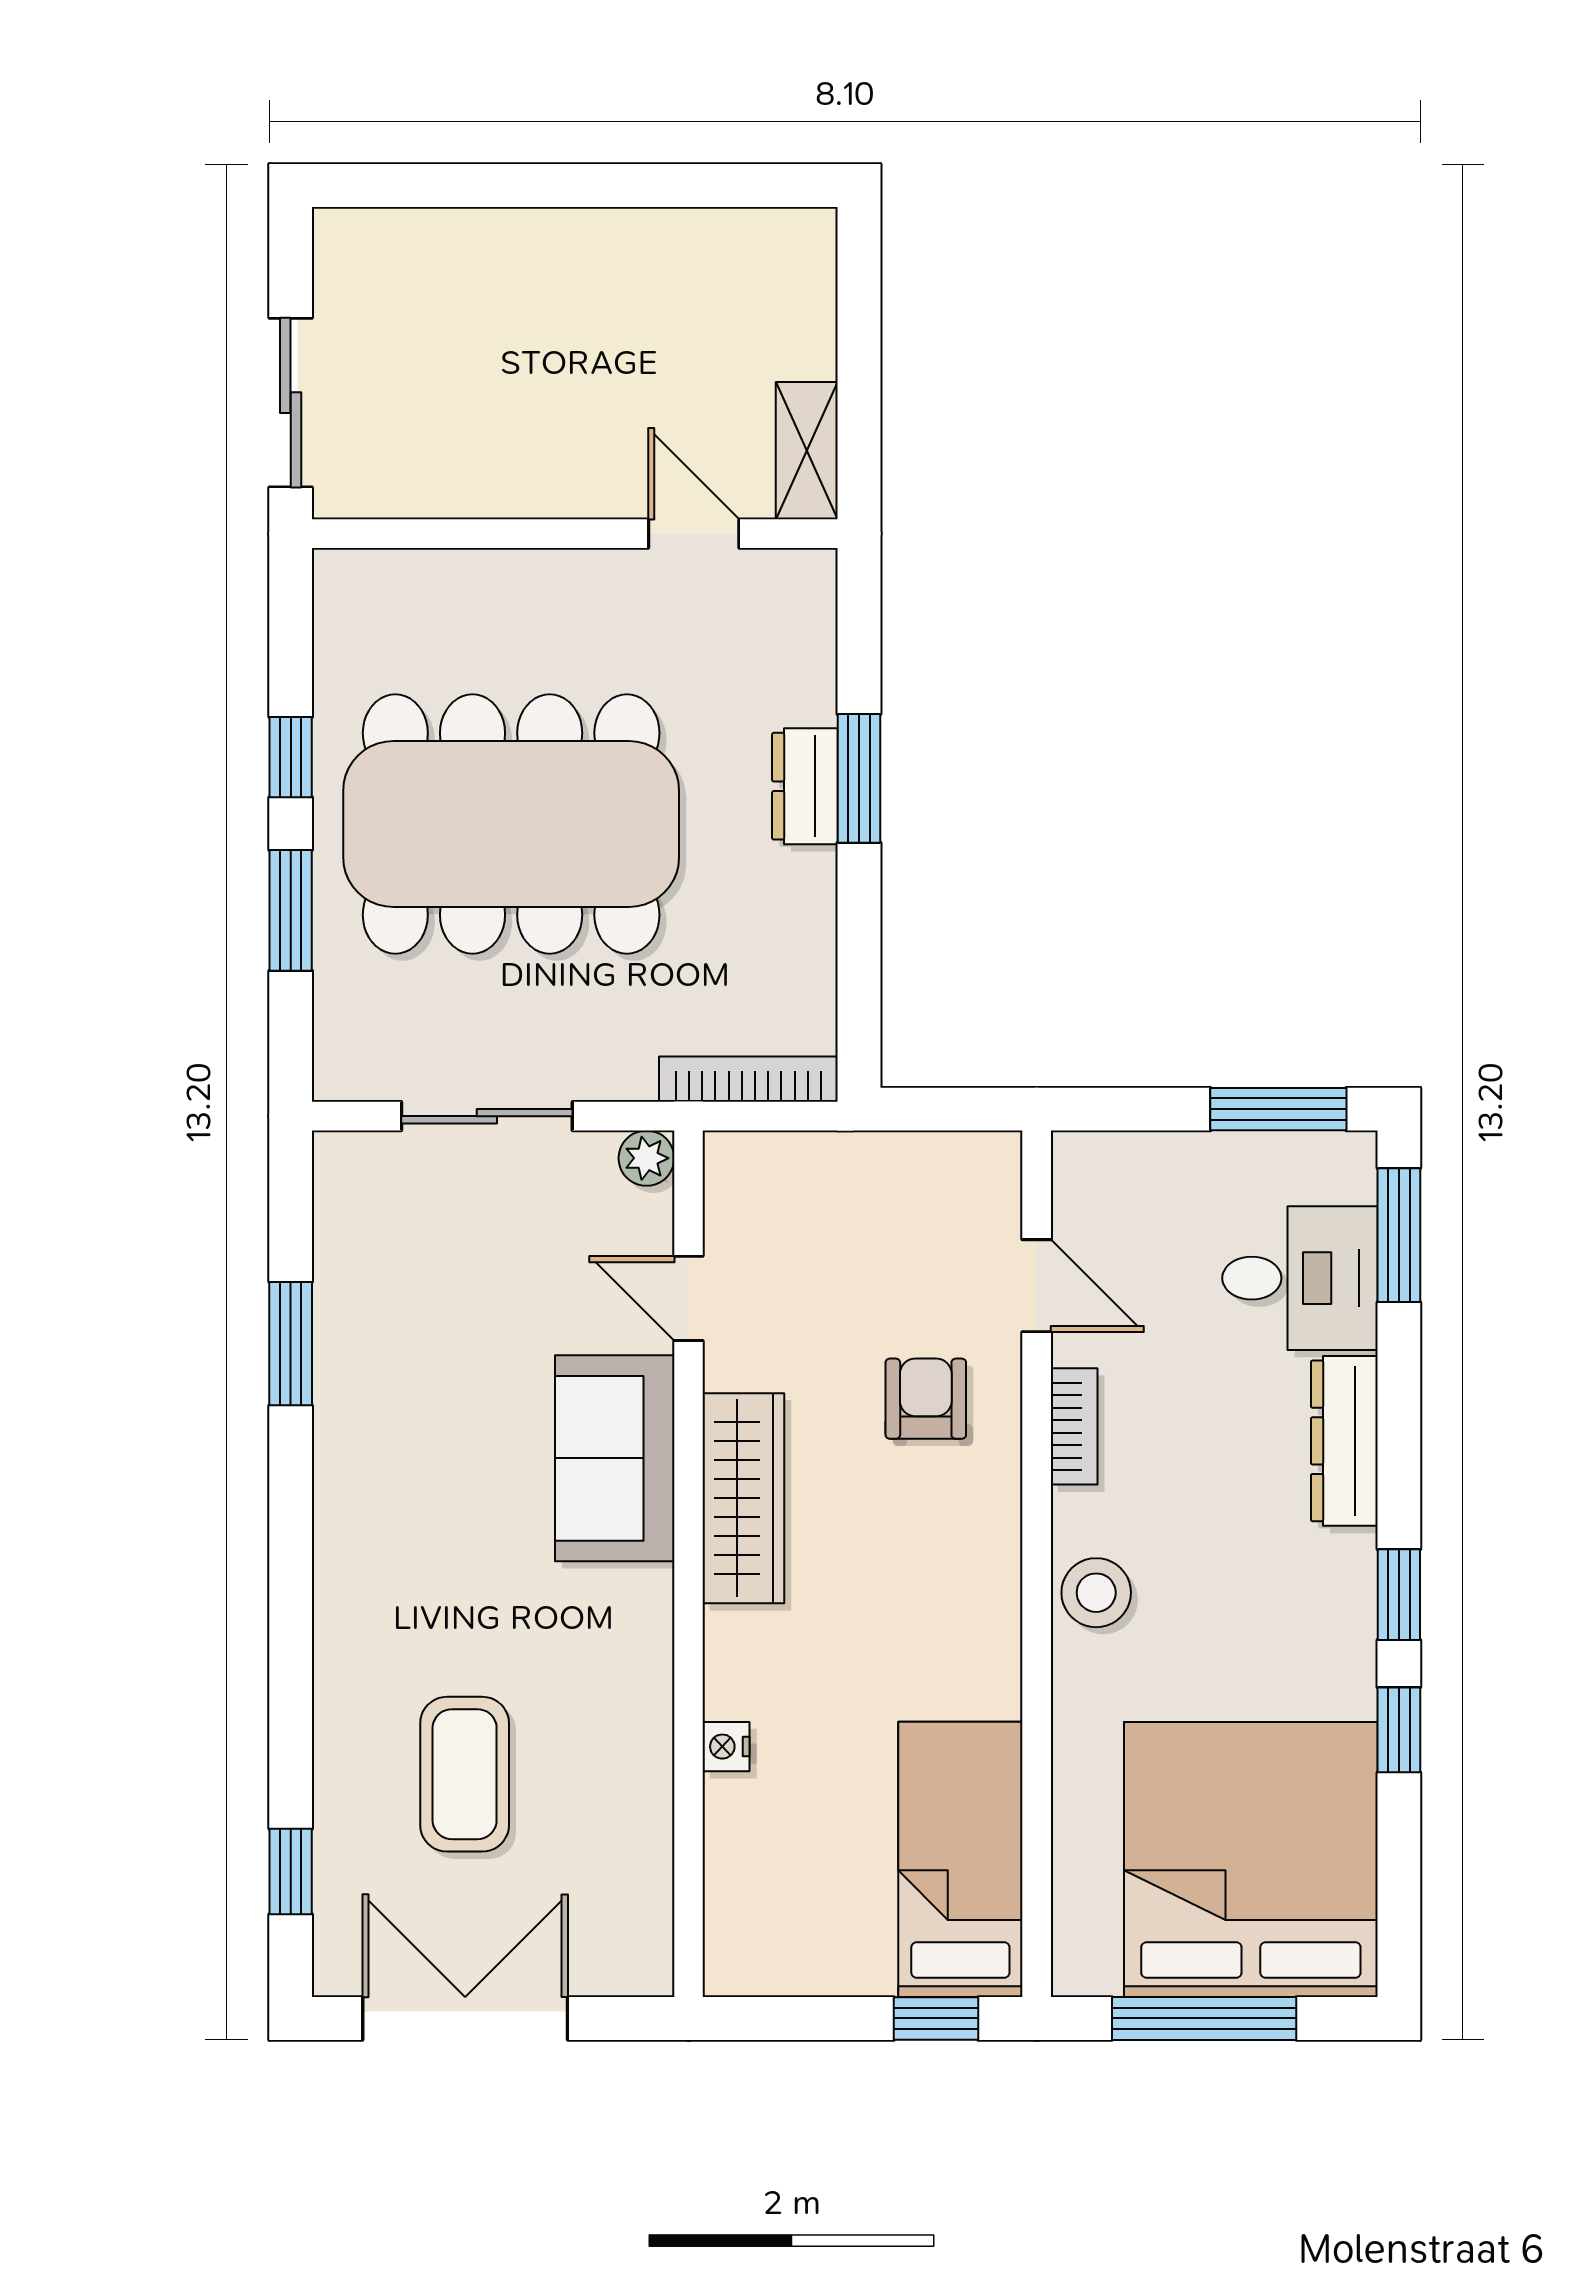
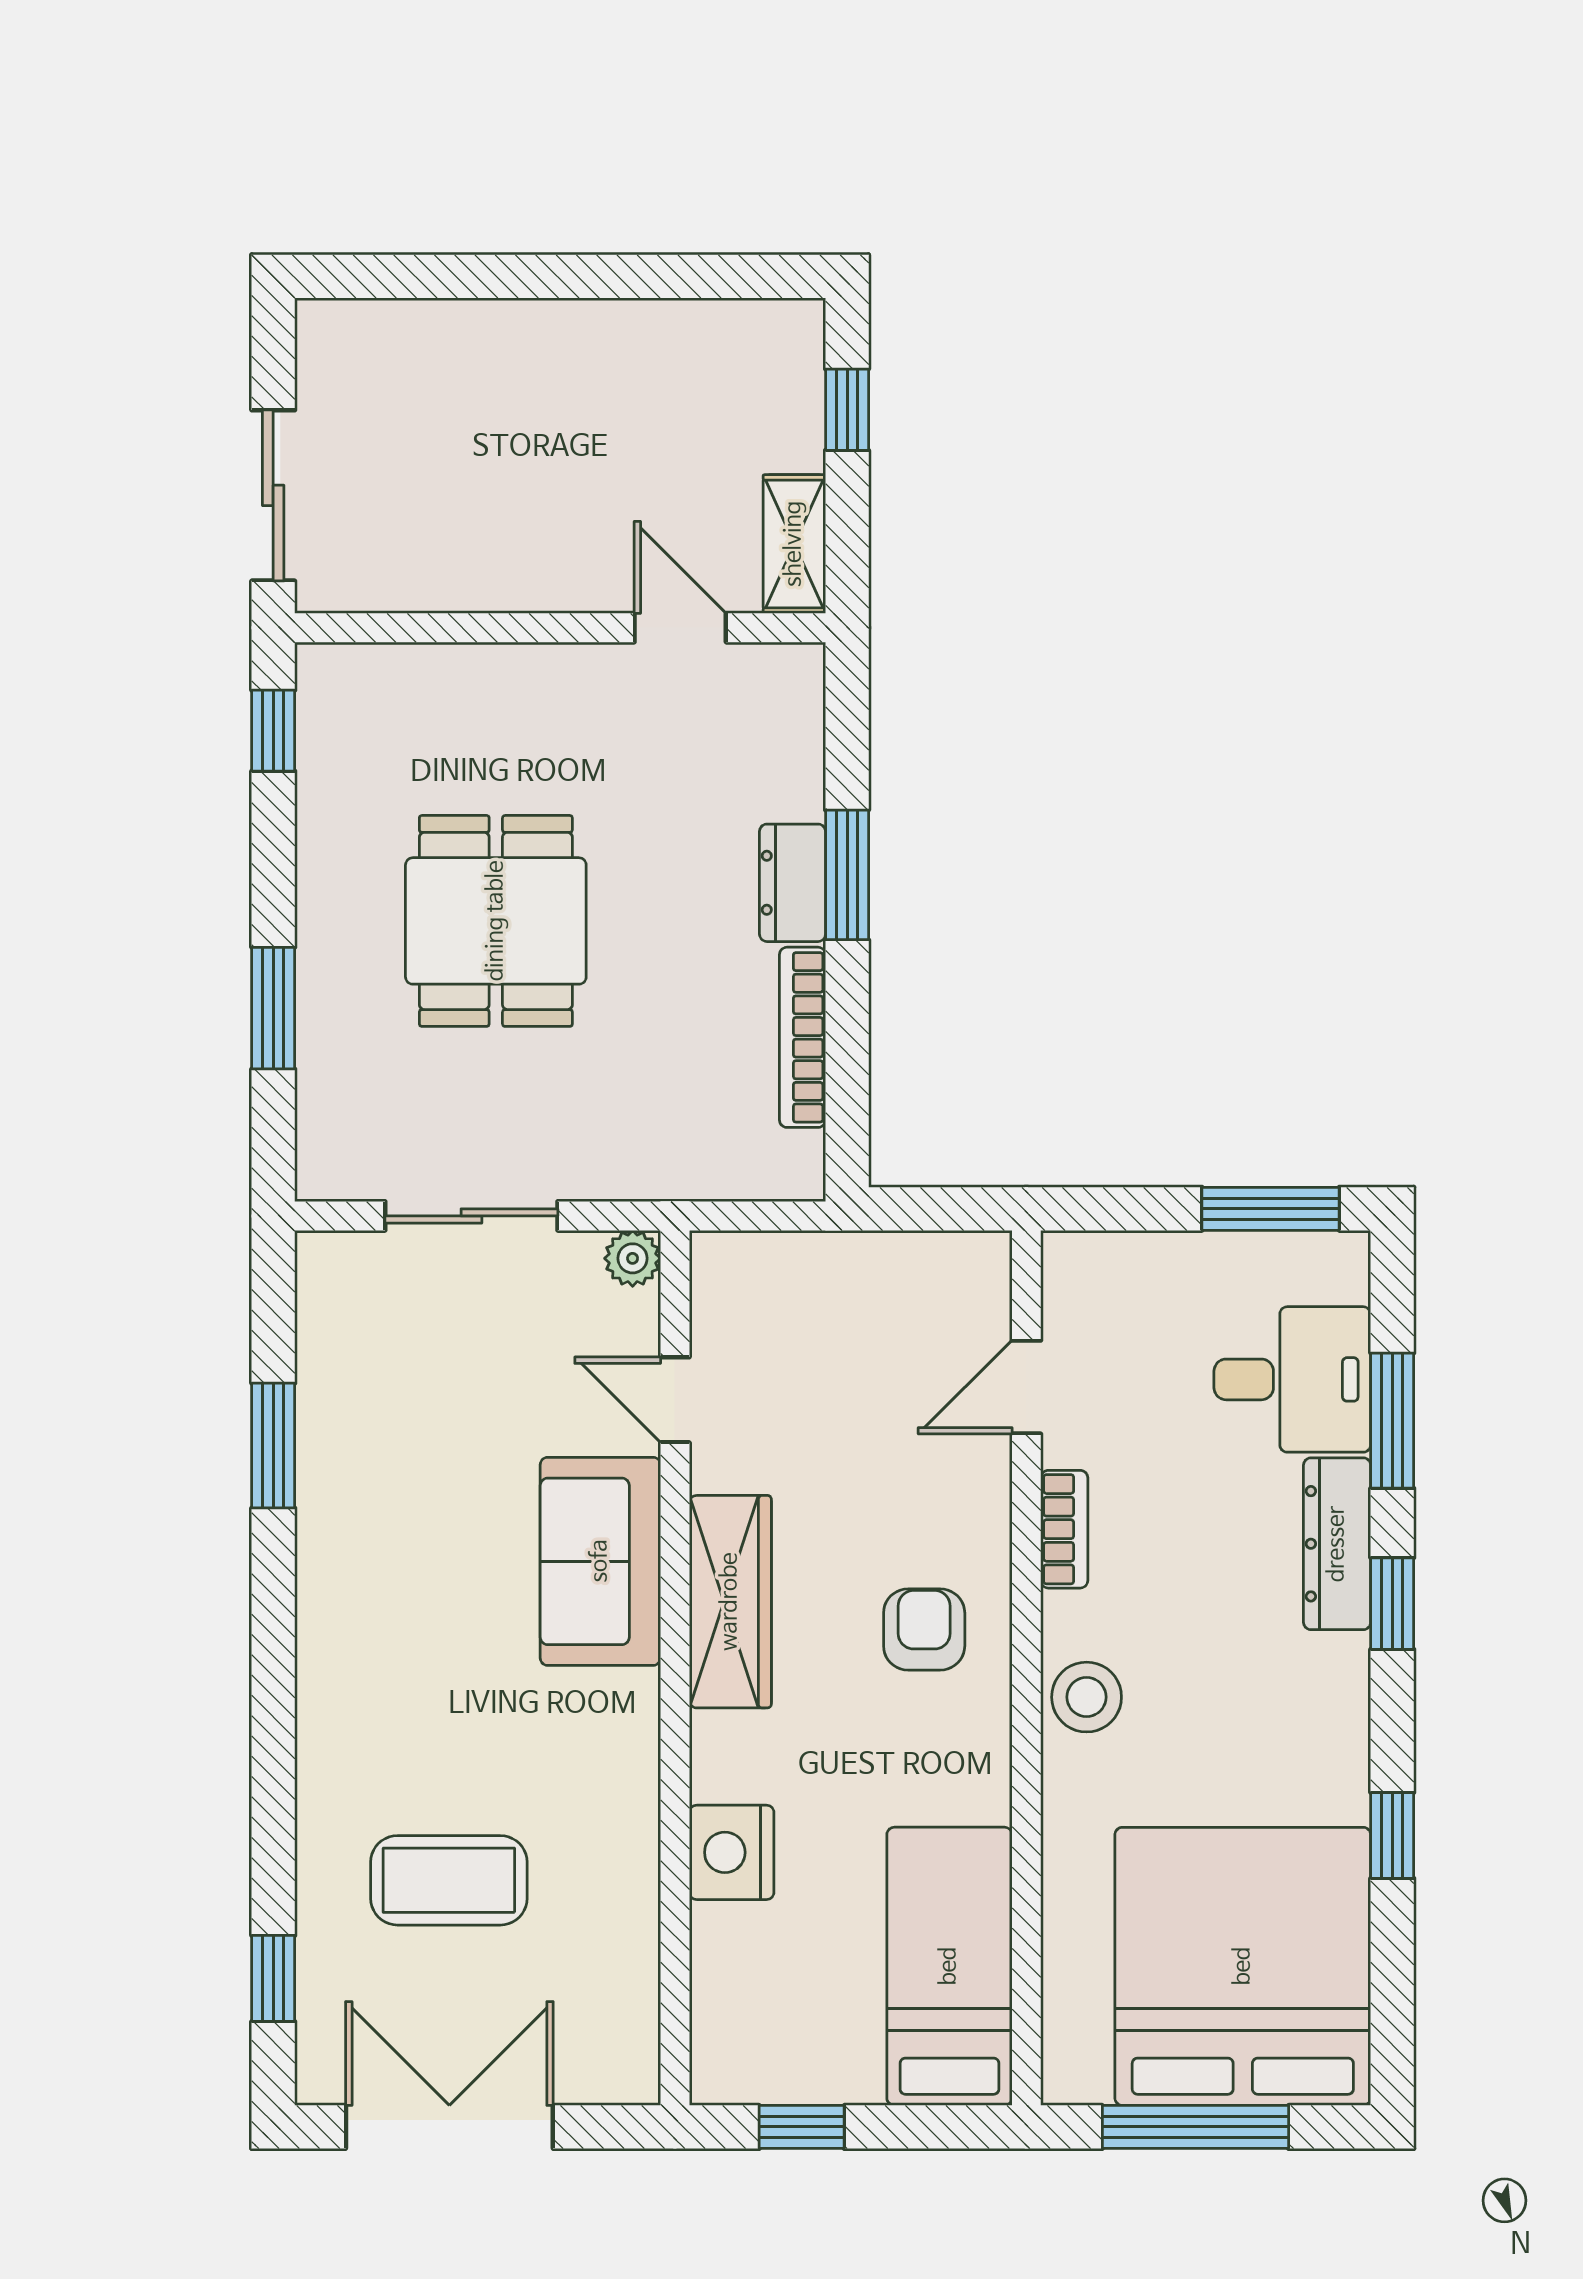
window: (859, 318) -> (847, 410), added
window: (291, 757) -> (273, 731), moved
dining table: (511, 824) -> (496, 921), width x0.53, depth x0.80
bookcase: (748, 1079) -> (802, 1037), moved, turned -90
window: (1399, 1235) -> (1392, 1421), moved
door: (1037, 1286) -> (1026, 1387), swing flipped
armchair: (926, 1399) -> (924, 1629), moved
window: (1399, 1595) -> (1392, 1604), moved
nightstand: (726, 1747) -> (732, 1852), width x1.89, depth x1.79
coffee table: (465, 1774) -> (449, 1880), turned 90
window: (936, 2018) -> (802, 2127), moved

